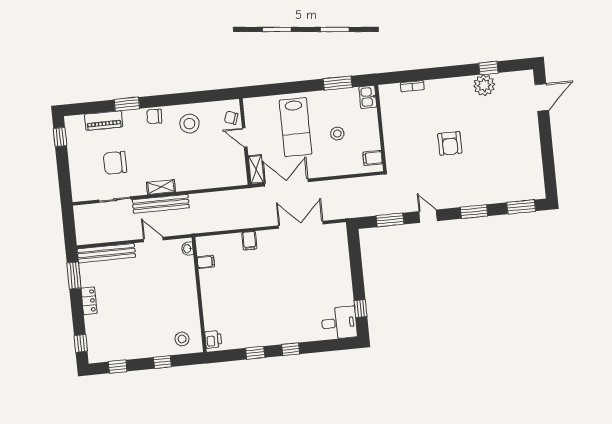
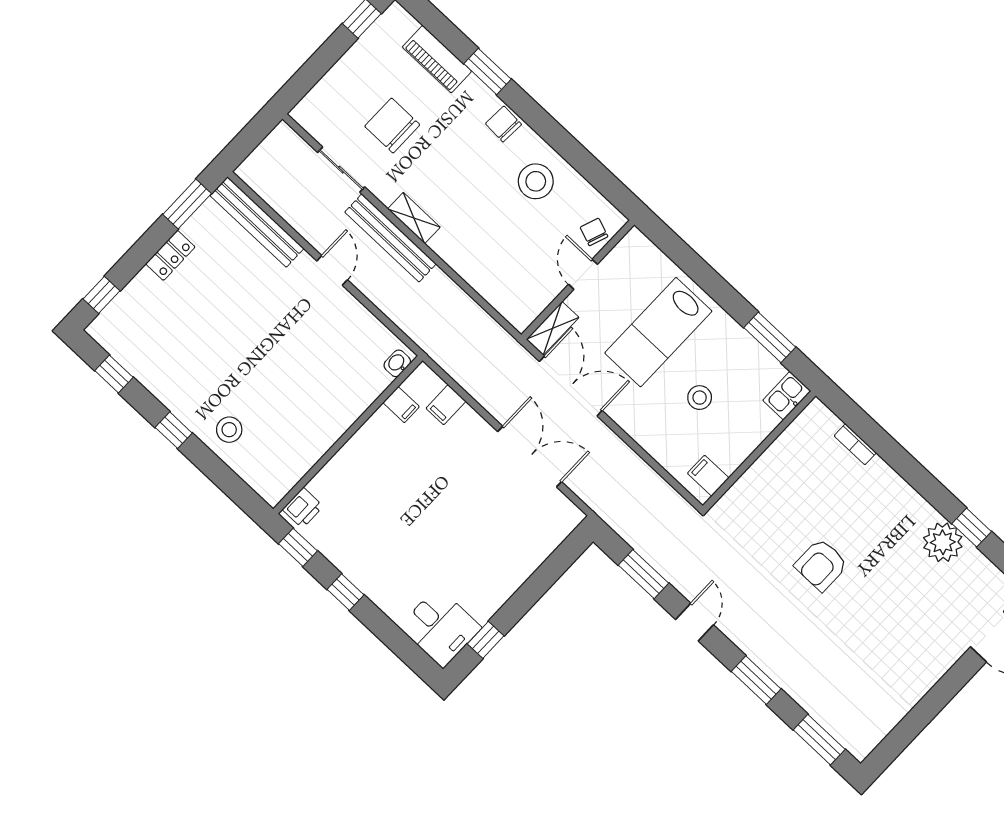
washbasin: (187, 249) -> (397, 363), moved
filing cabinet: (206, 262) -> (401, 405), moved
wall: (199, 295) -> (348, 435), moved
printer: (213, 339) -> (303, 508), moved

